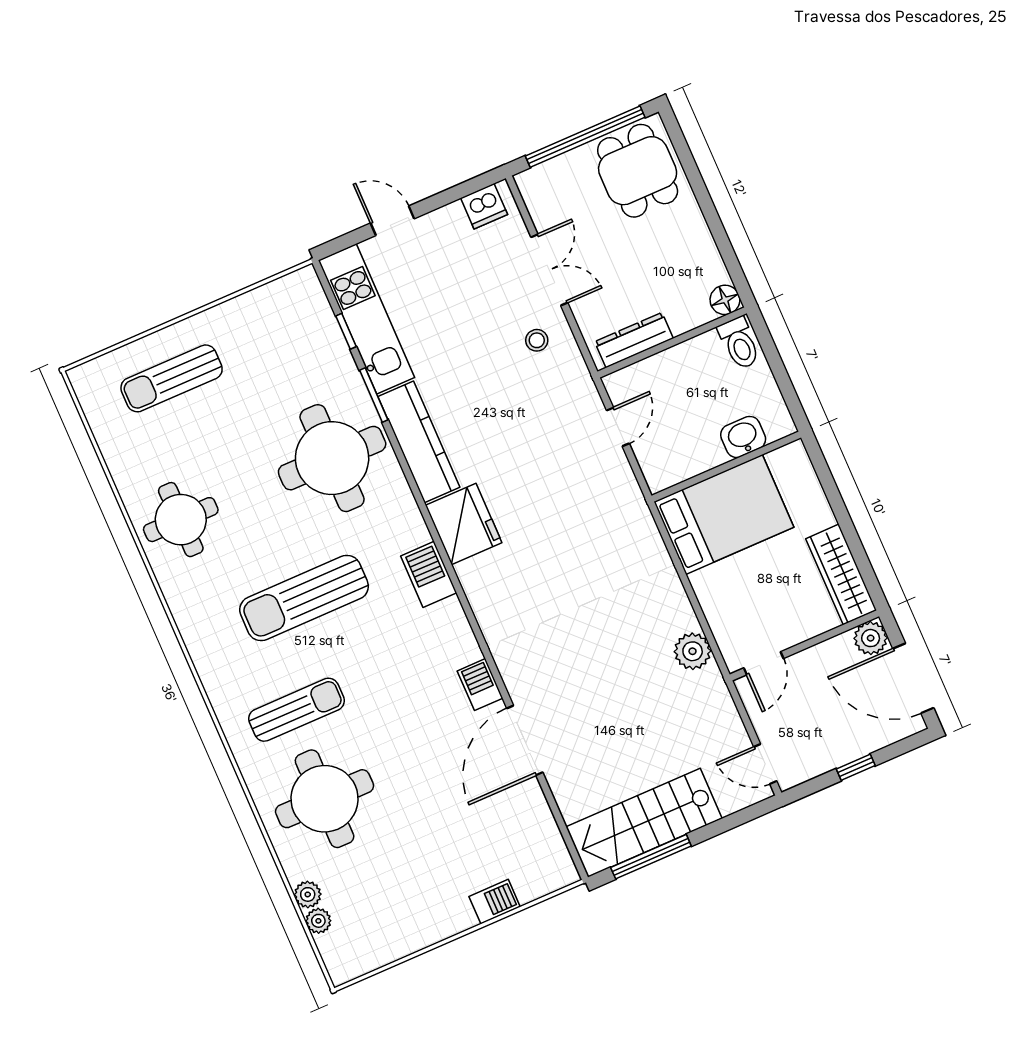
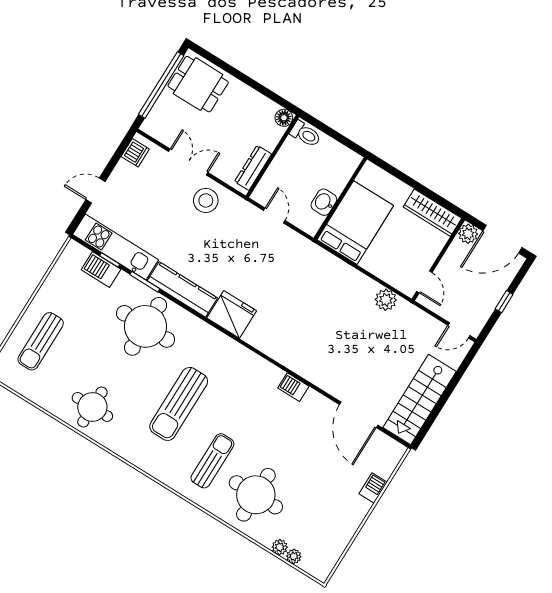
stool: (537, 340) -> (206, 200), width x1.89, depth x1.89
washbasin: (743, 437) -> (324, 202), moved
barbecue: (429, 574) -> (101, 269), moved
door: (525, 740) -> (359, 415), moved
window: (651, 857) -> (434, 414), removed

